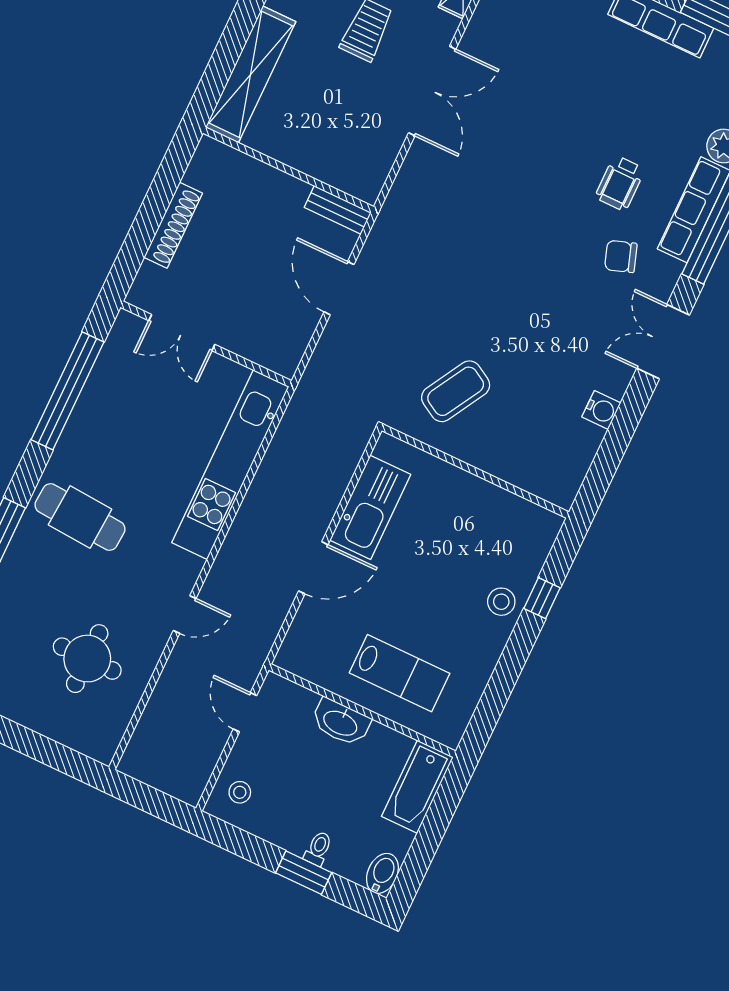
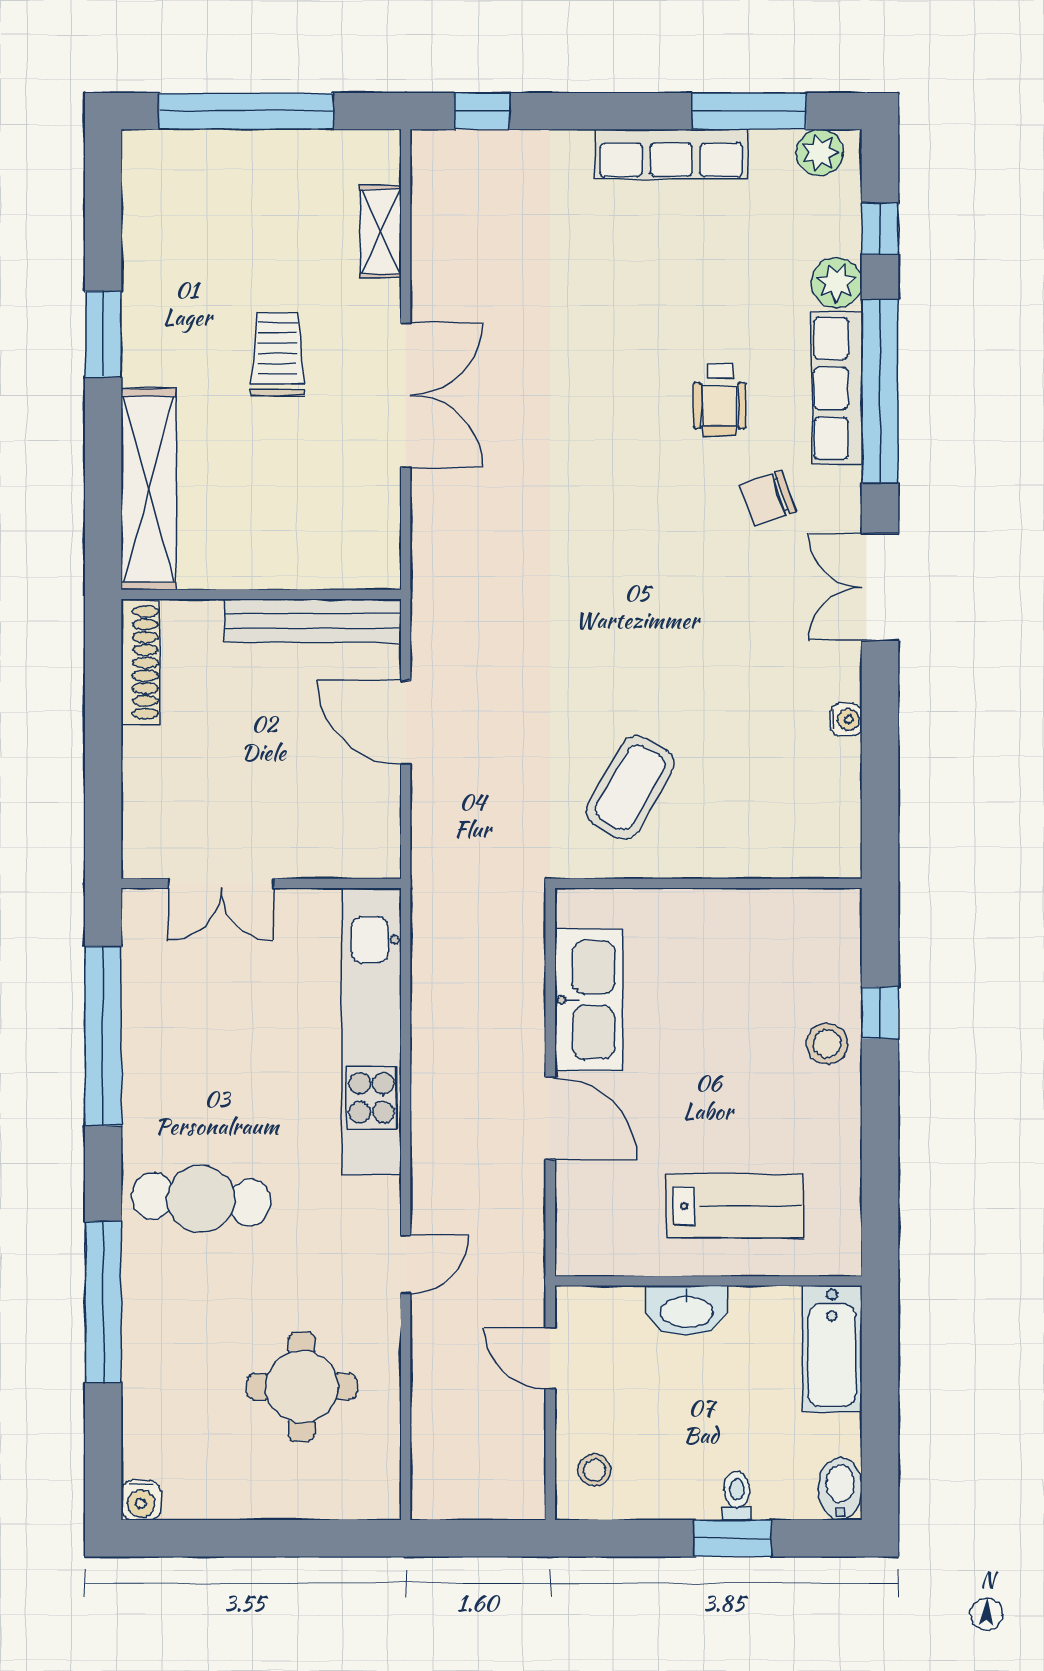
bench: (338, 210) -> (313, 621), width x1.86, depth x1.21
shoe rack: (173, 225) -> (140, 663), moved
water cooler: (601, 410) -> (846, 719), width x0.72, depth x0.72
door: (313, 568) -> (550, 1118), hinge flipped

